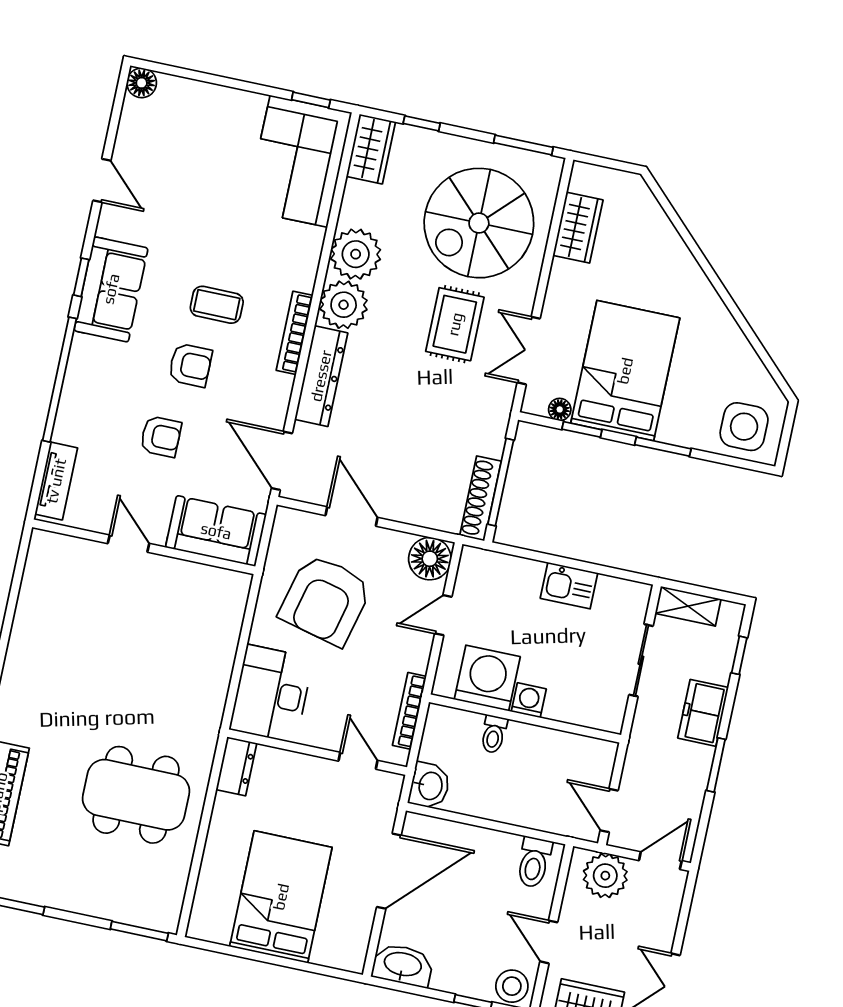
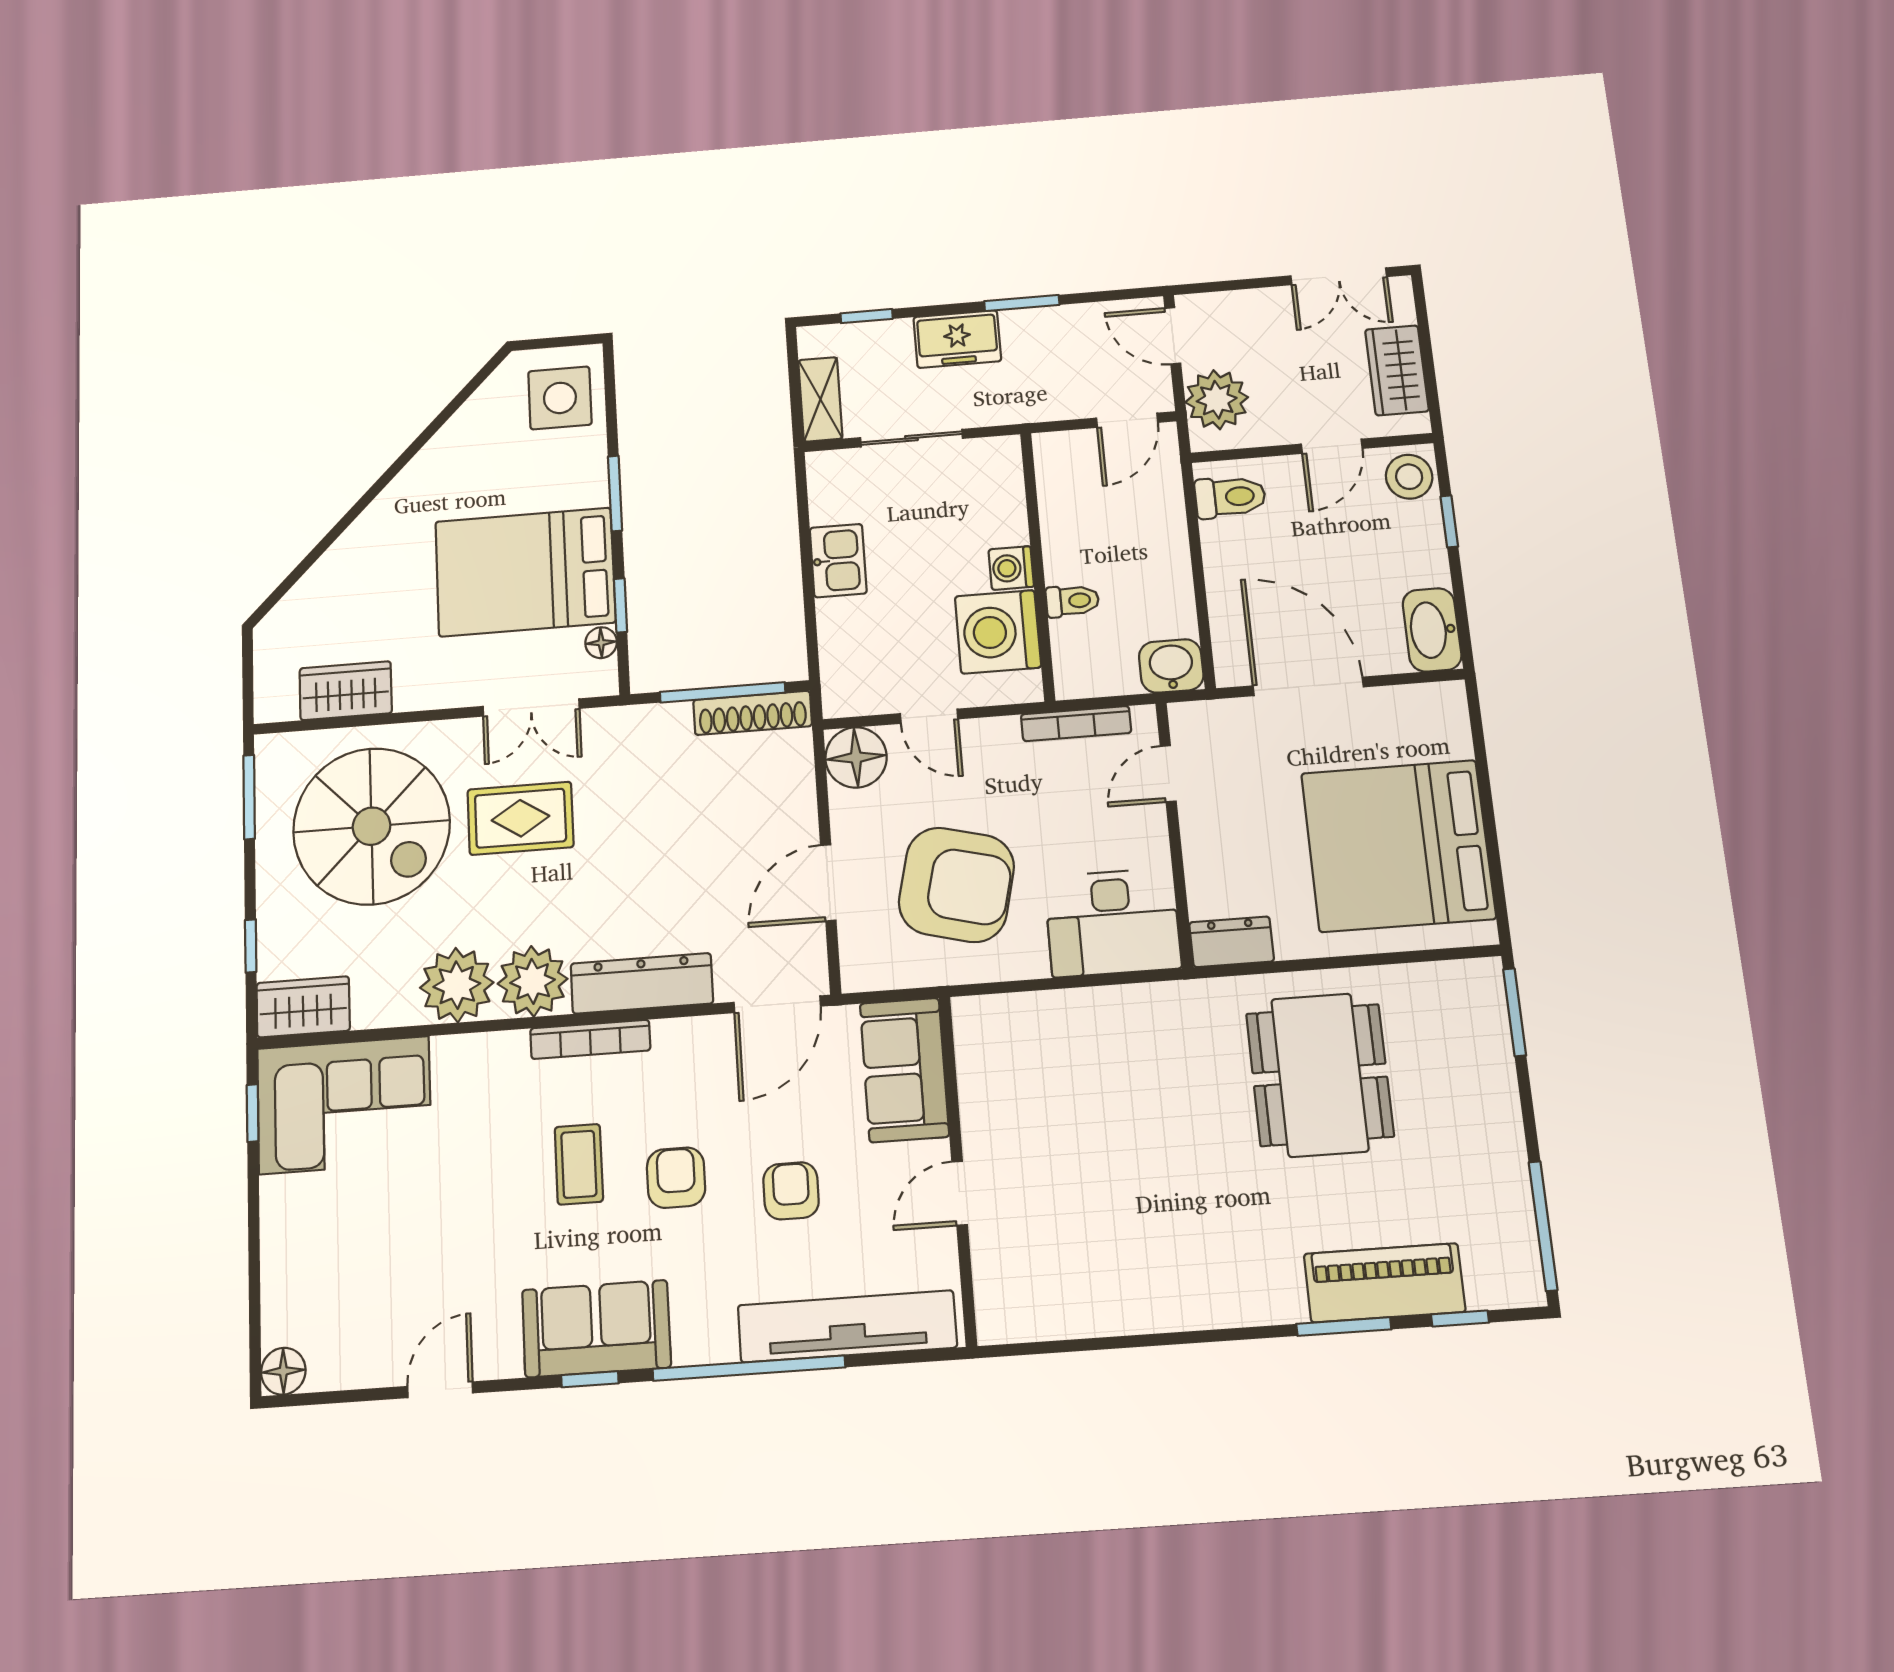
tv unit: (56, 481) -> (847, 1326), width x1.92, depth x1.29
bed: (281, 897) -> (1398, 846), width x1.36

